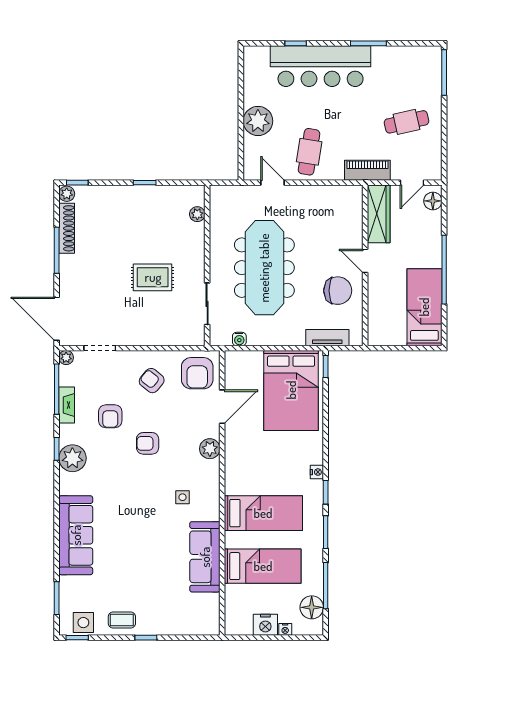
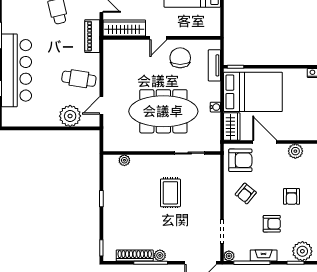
plant: (258, 121) -> (70, 116), moved
plant: (67, 194) -> (160, 255), moved
water cooler: (239, 339) -> (215, 107), moved
wardrobe: (243, 361) -> (232, 127), added

